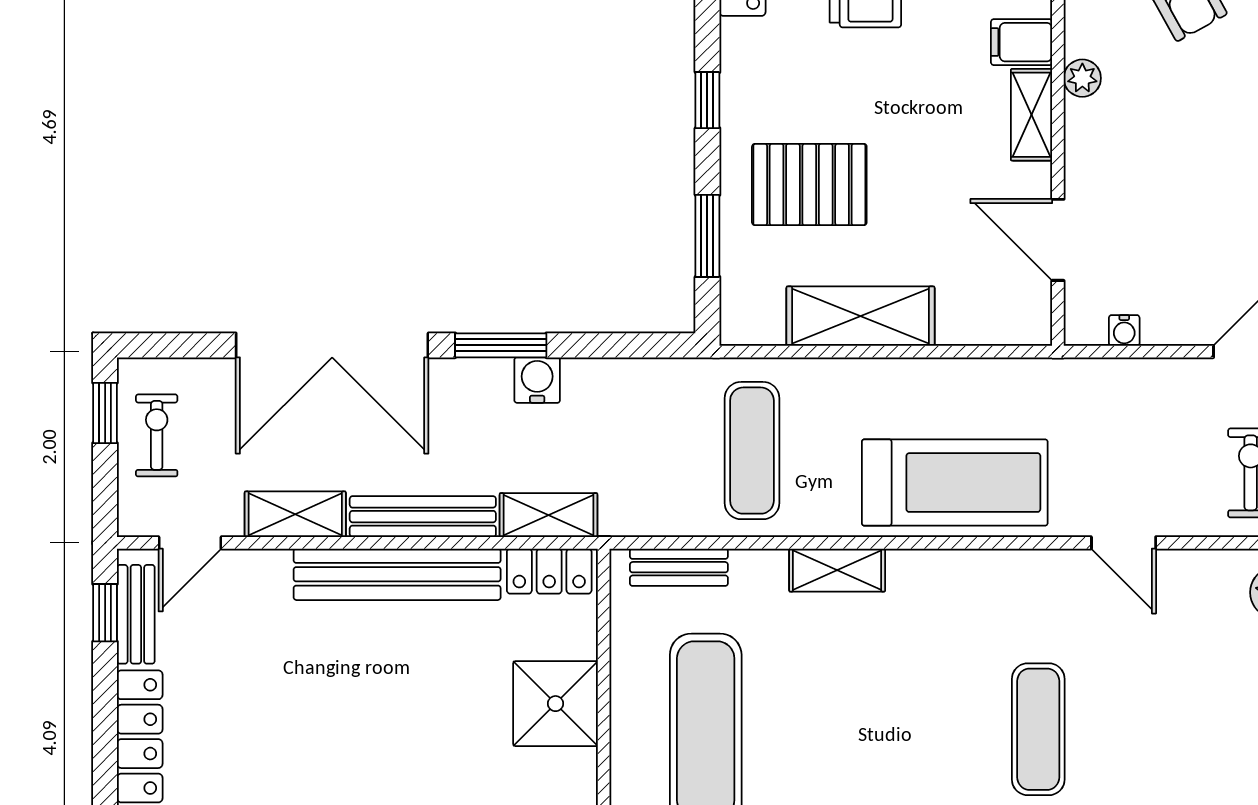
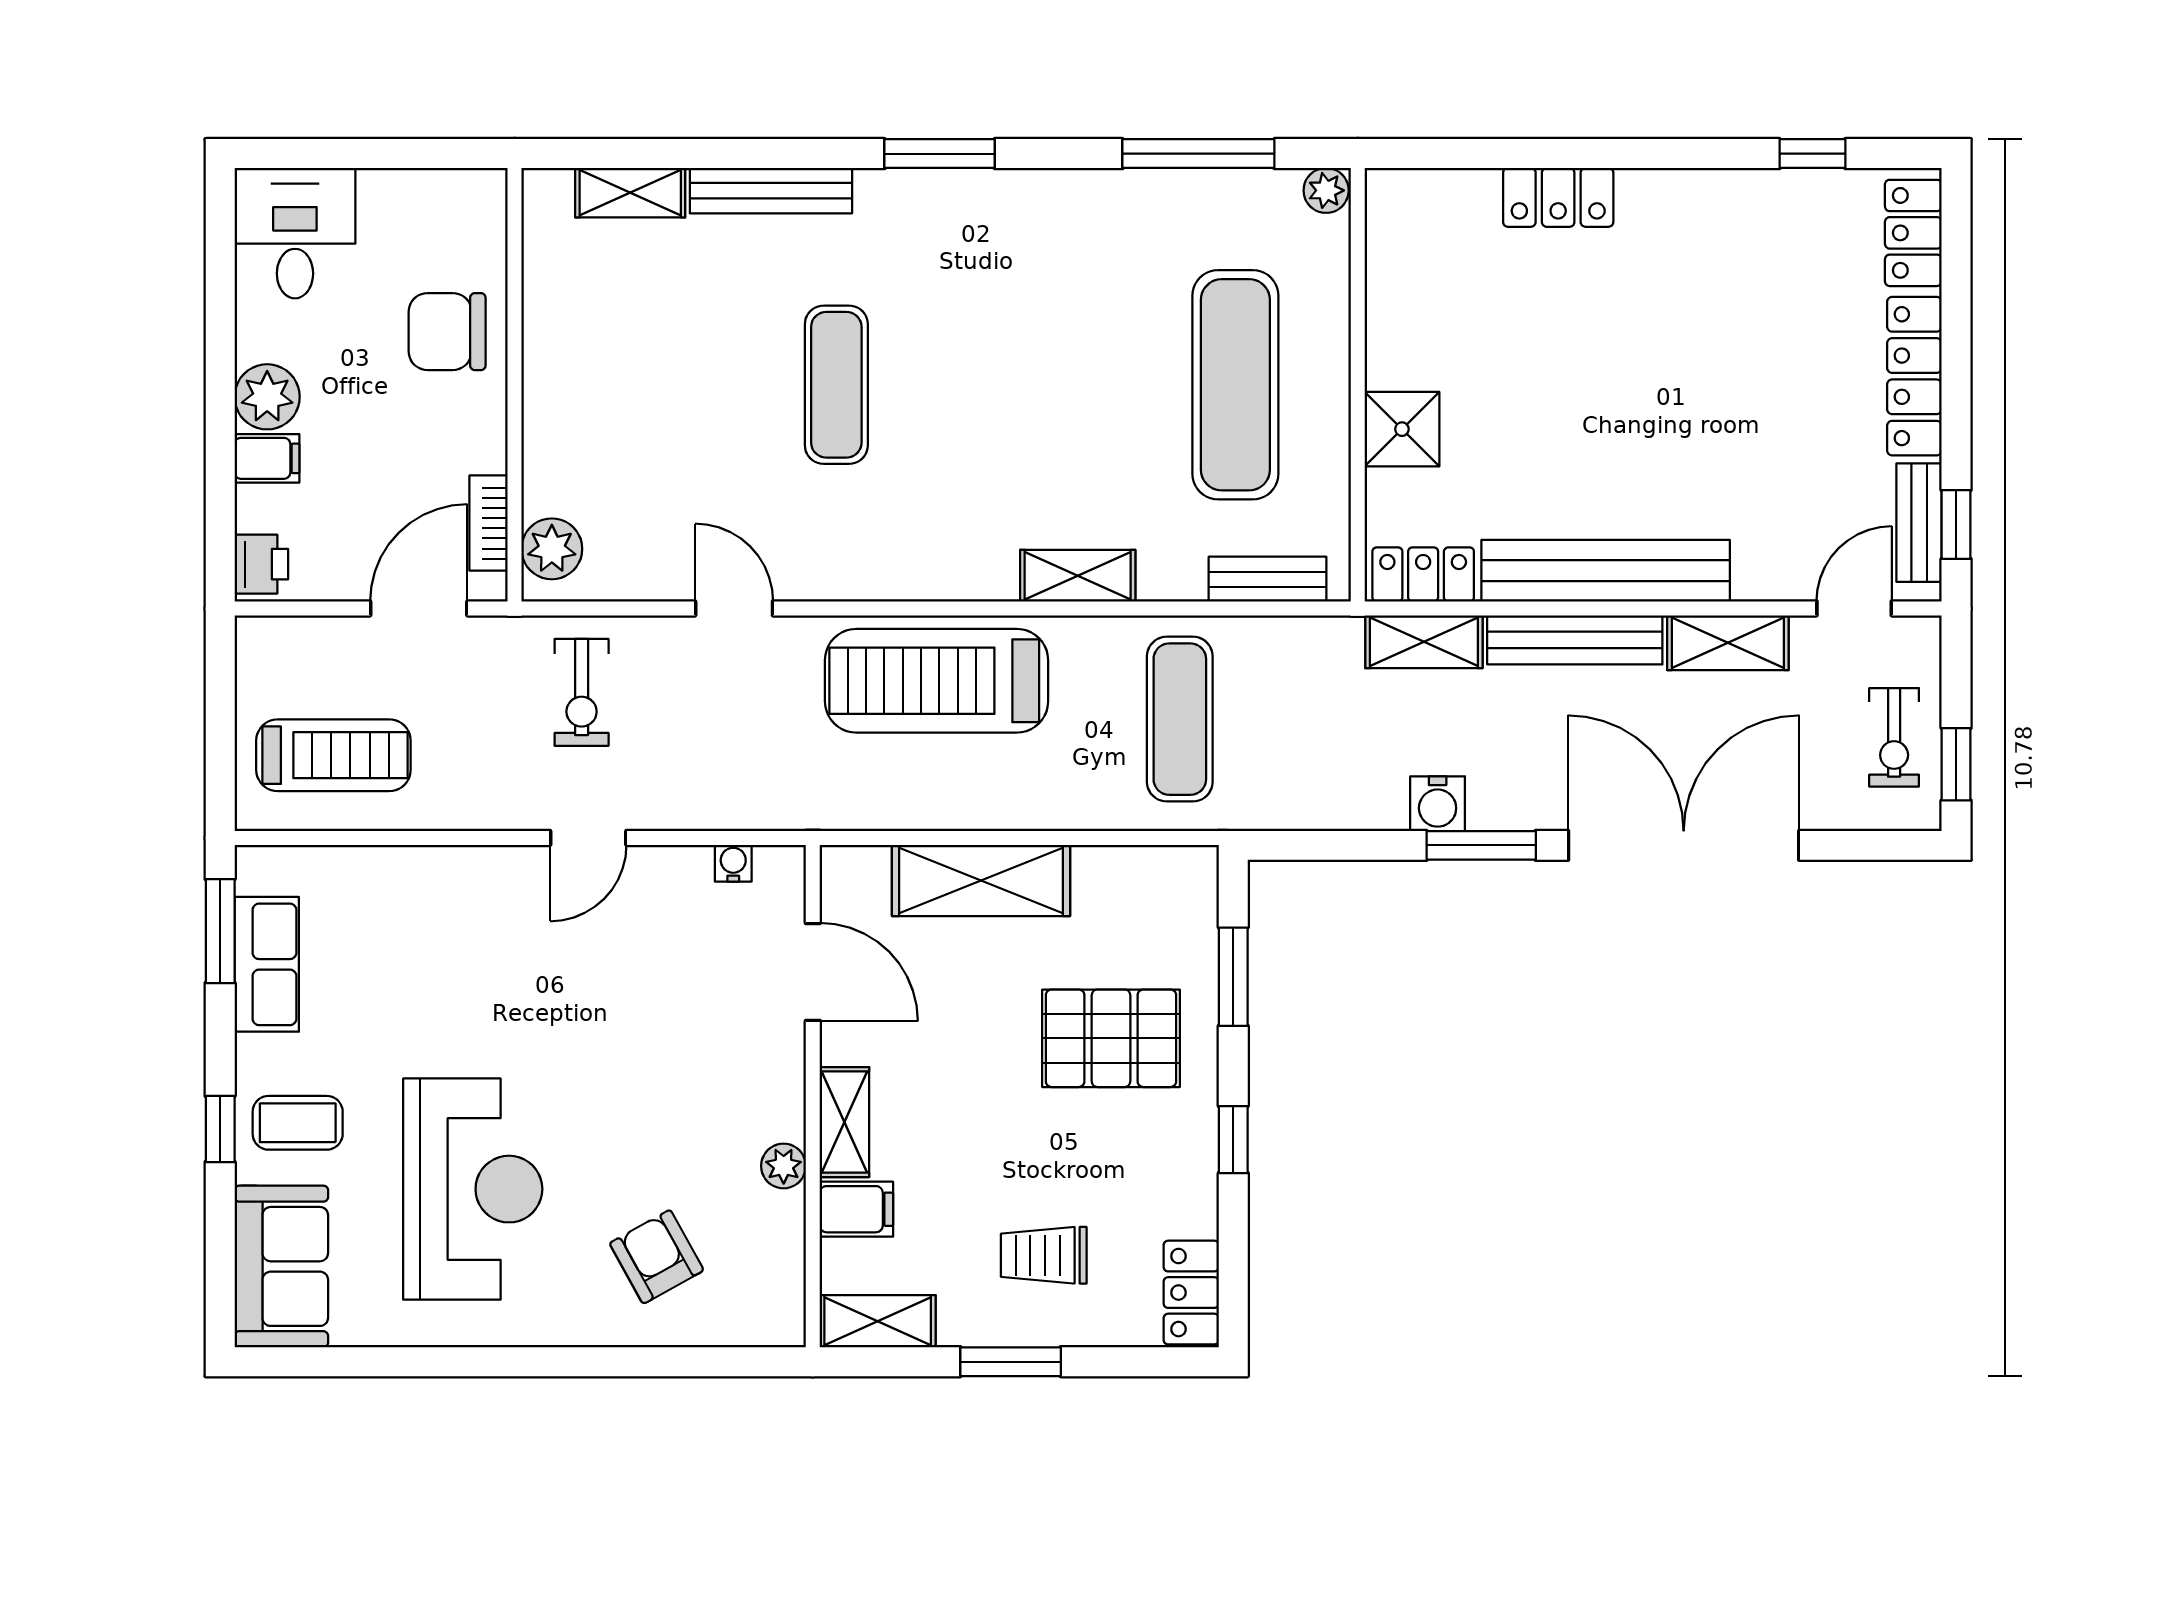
shelving: (860, 316) -> (981, 880), moved
shower: (556, 704) -> (1402, 429), width x0.73, depth x0.73

